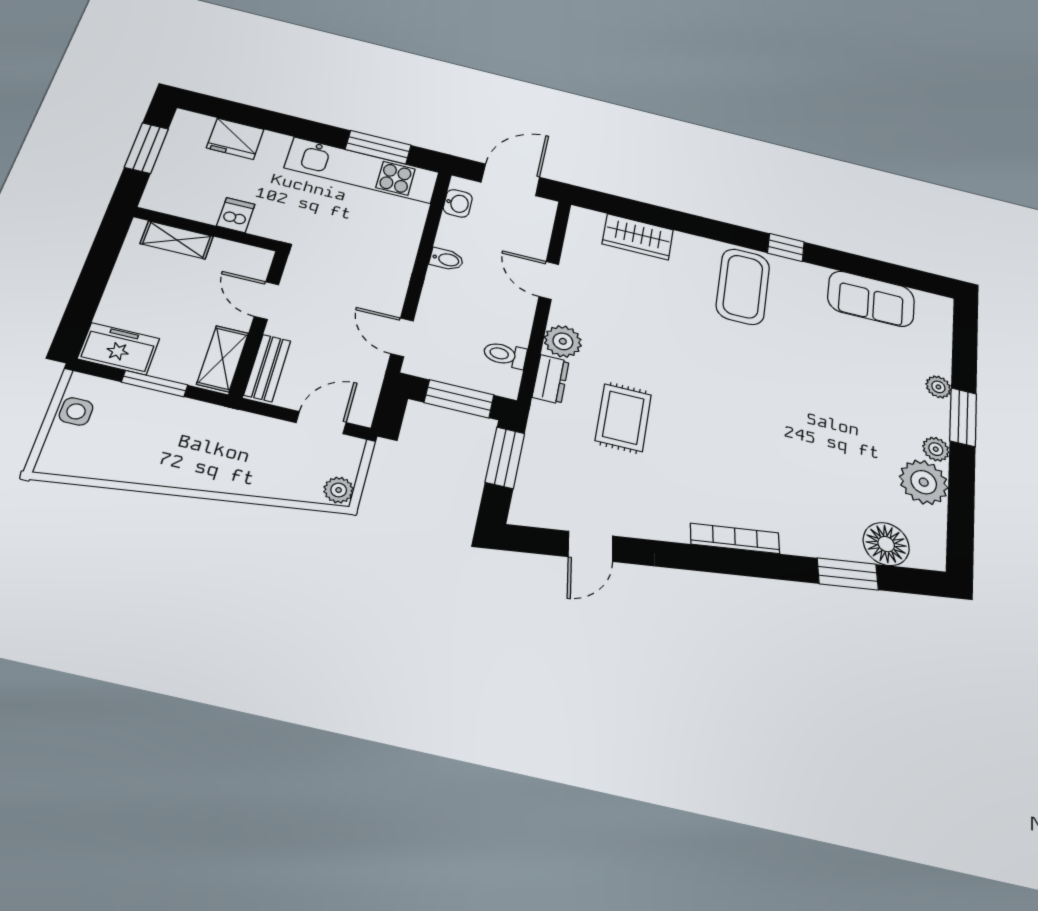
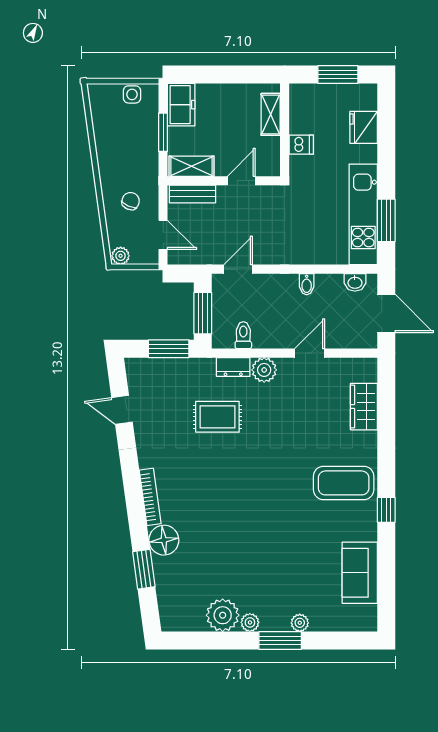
chair: (253, 455) -> (131, 201), added
floor lamp: (886, 544) -> (164, 540), moved

